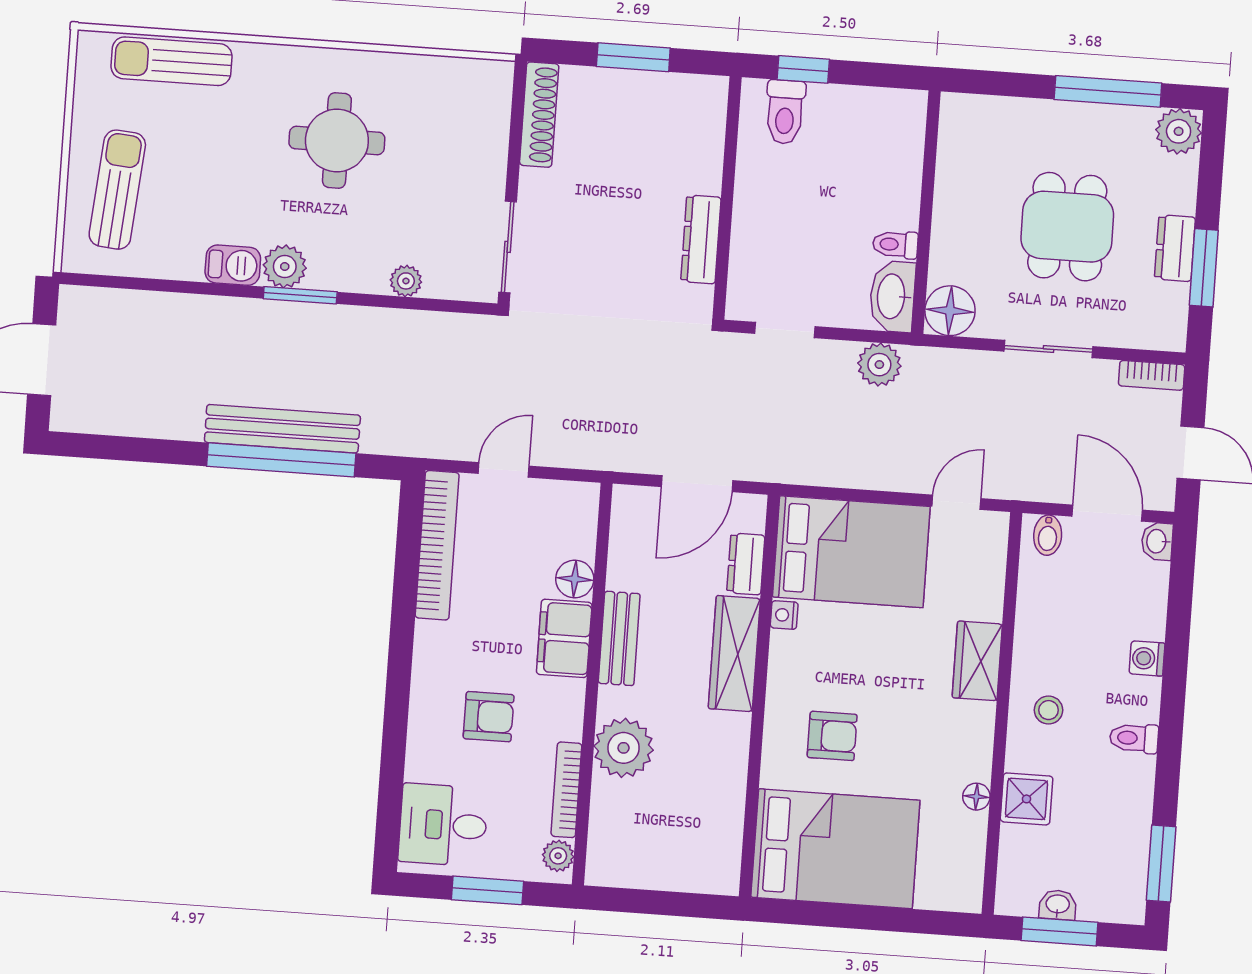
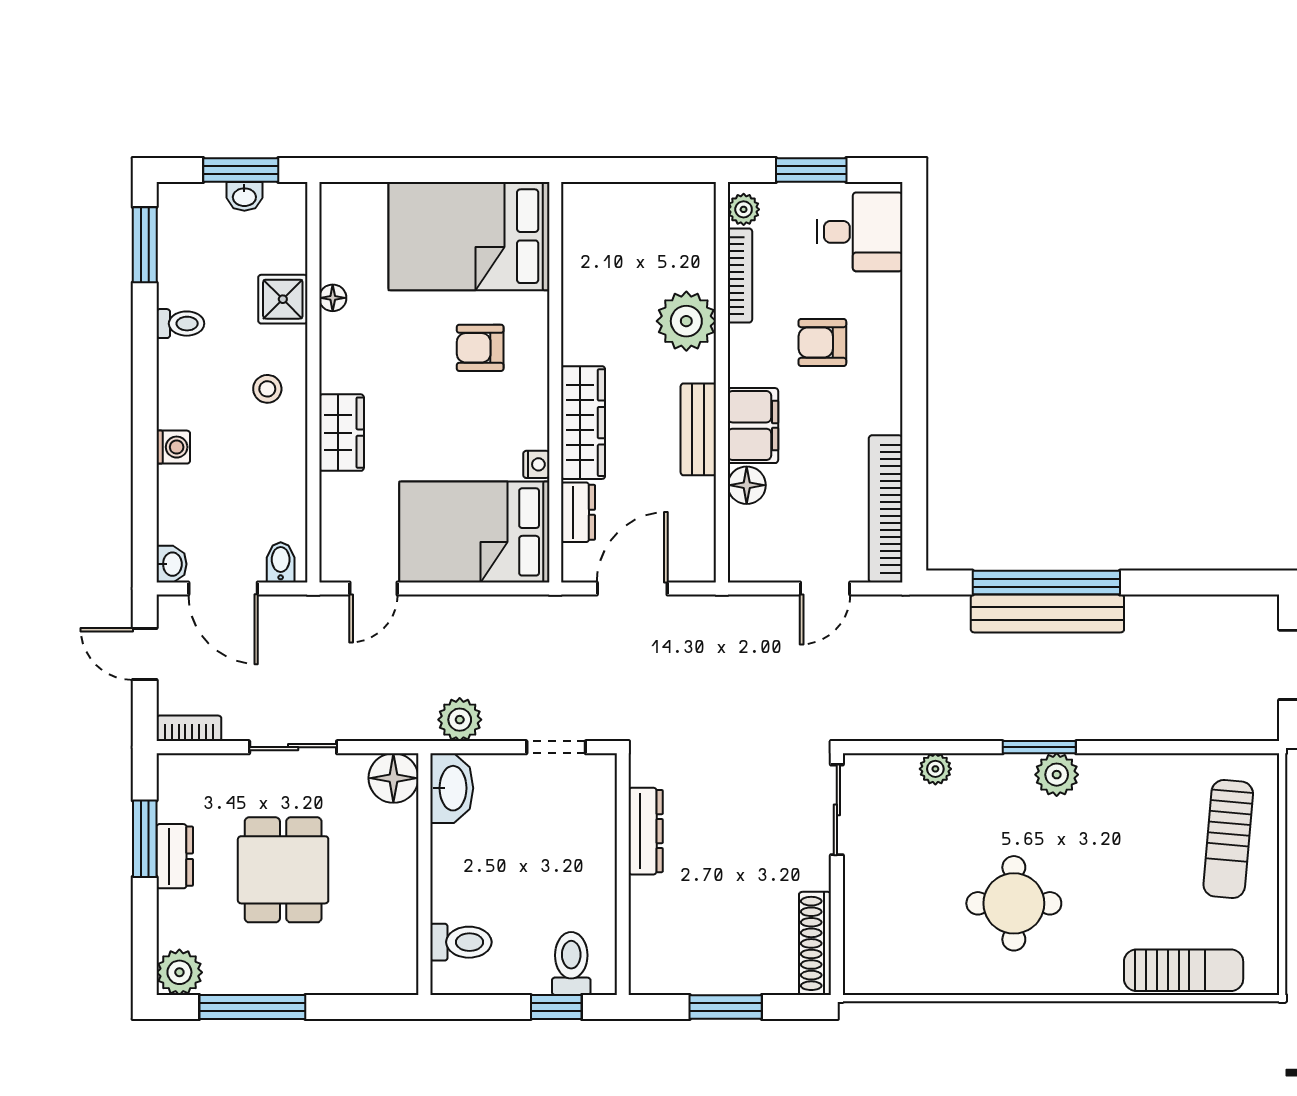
toilet: (895, 244) -> (461, 942), moved, width x1.37, depth x1.39
barbecue: (233, 265) -> (1108, 772), removed
toilet: (1134, 738) -> (180, 324), moved

